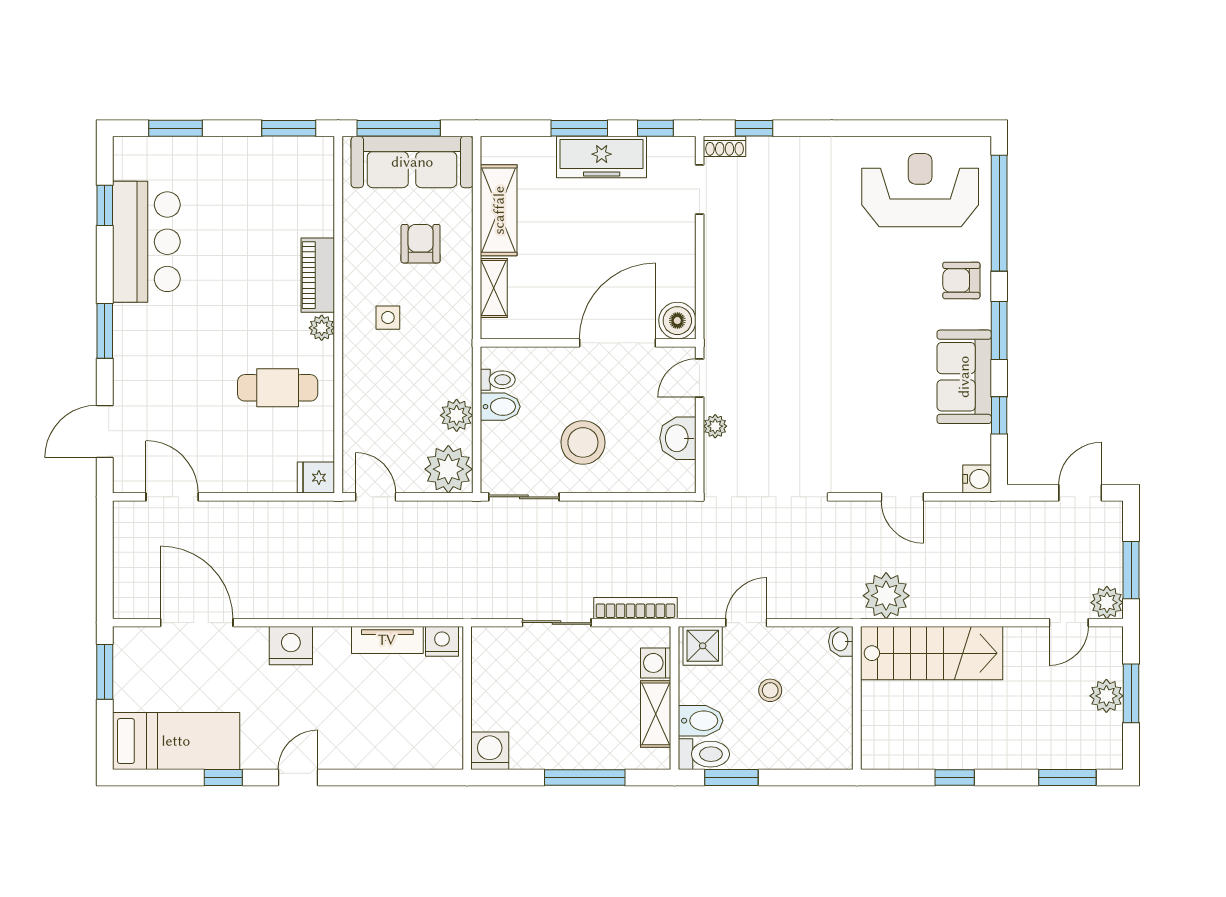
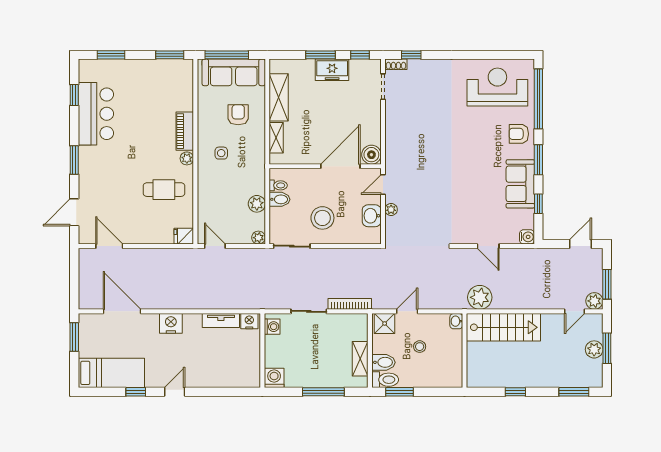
freezer: (602, 157) -> (332, 70), width x0.71
plant: (448, 469) -> (258, 238), width x0.53, depth x0.53
washing machine: (656, 663) -> (272, 327), moved, turned 180

